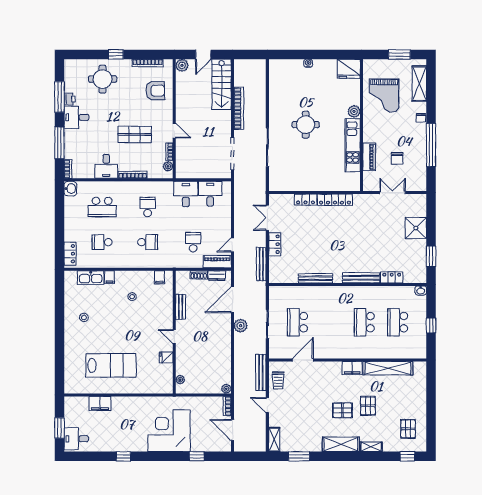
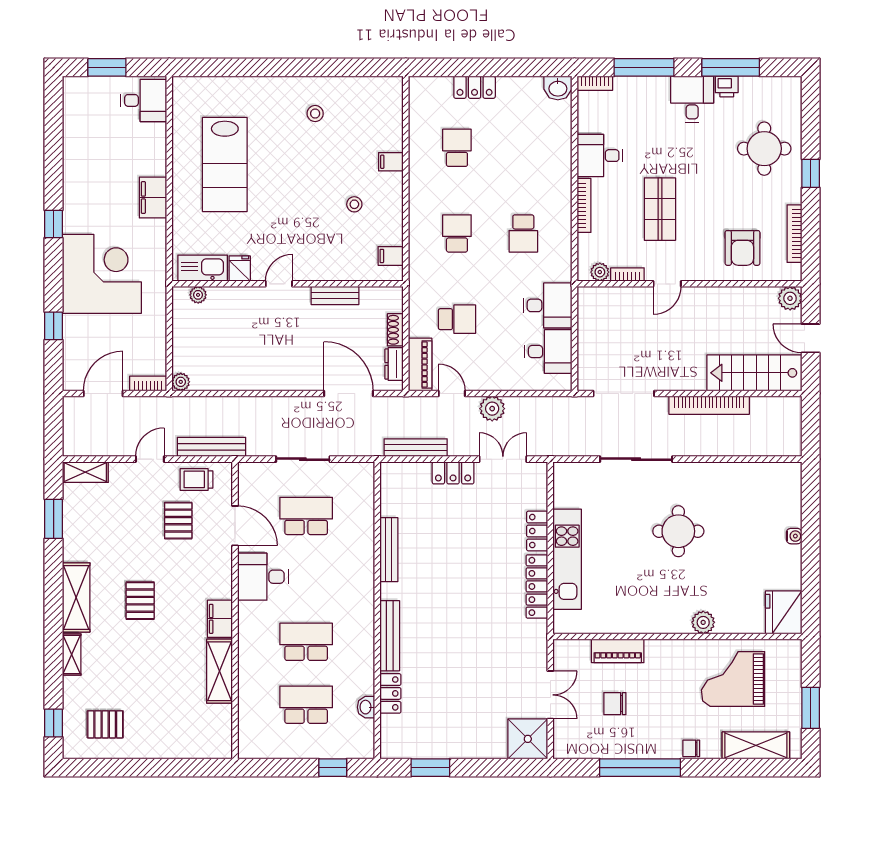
kitchen unit: (353, 145) -> (567, 559), moved, turned 90
school desk: (102, 207) -> (523, 148), removed
school desk: (148, 207) -> (523, 233), turned 90
shower: (416, 228) -> (528, 739), moved
school desk: (148, 242) -> (457, 233), turned 180
locker: (70, 254) -> (475, 87), moved
kitchen sink: (91, 278) -> (203, 268), moved, turned 90
washbasin: (421, 290) -> (366, 707), moved
window: (431, 325) -> (333, 768), moved
plant: (241, 326) -> (492, 409), moved
desk: (330, 345) -> (263, 577), added
shelving: (388, 368) -> (219, 671), width x0.68
filing cabinet: (100, 404) -> (153, 198), moved
pallet: (368, 406) -> (178, 521), moved, turned 90
desk: (76, 439) -> (144, 100), moved, turned 90
window: (123, 456) -> (54, 224), moved

